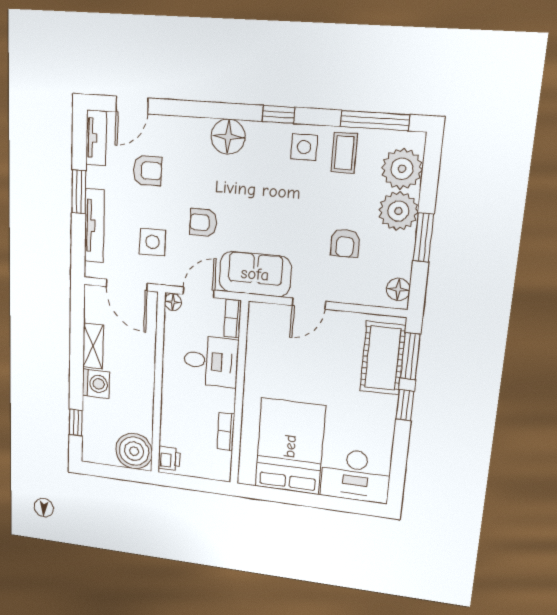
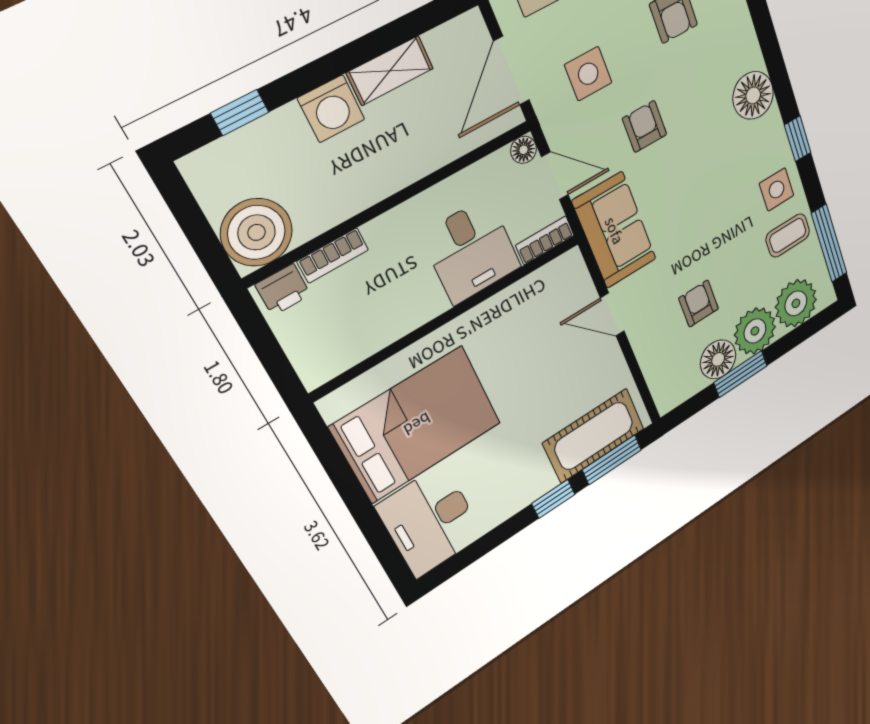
armchair: (345, 243) -> (699, 304), turned 90
floor lamp: (398, 289) -> (718, 359), moved, width x1.38, depth x1.38
bookcase: (226, 431) -> (333, 256), moved, turned 180

